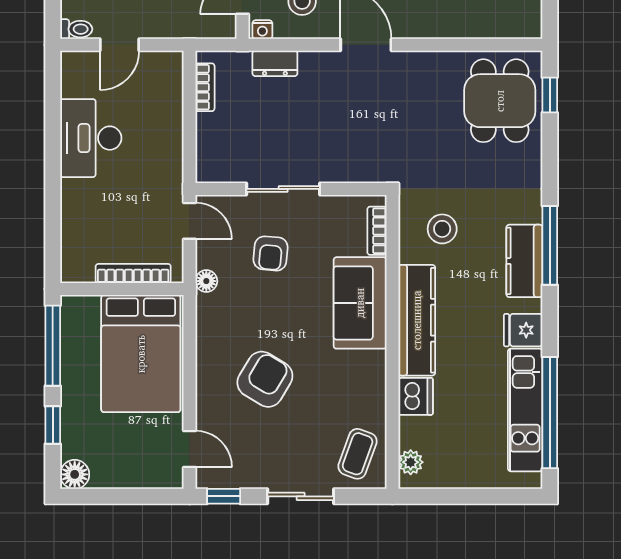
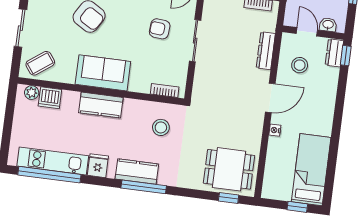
nightstand: (262, 30) -> (275, 130), moved
dresser: (275, 63) -> (266, 51), width x1.44
sofa: (360, 303) -> (103, 73), moved
kitchen counter: (417, 320) -> (101, 105), width x0.67
dishwasher: (416, 396) -> (50, 98), moved
coffee table: (358, 454) -> (40, 63), turned -56

